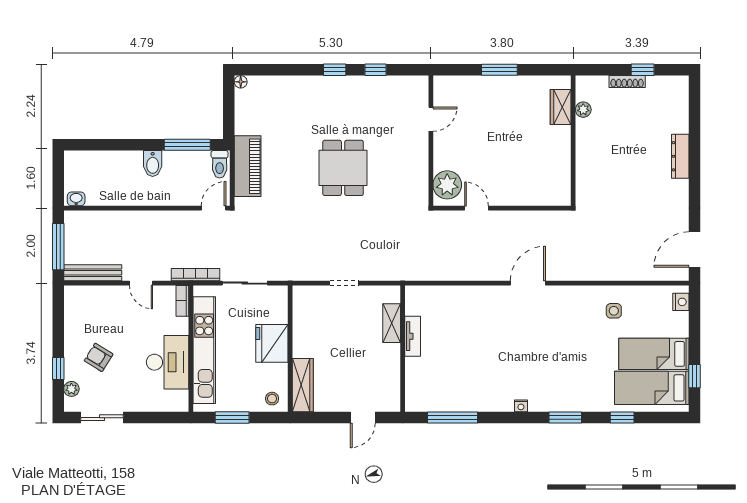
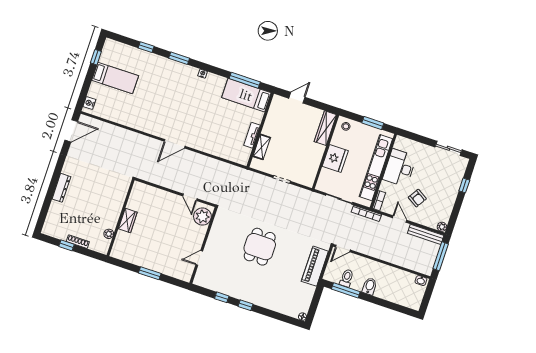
wardrobe: (561, 107) -> (128, 220), moved
toilet: (220, 164) -> (347, 278), moved
side table: (614, 311) -> (130, 111), removed
armchair: (99, 357) -> (417, 198), moved
bed: (652, 388) -> (246, 95), moved, turned 180
plant: (71, 389) -> (442, 227), moved

